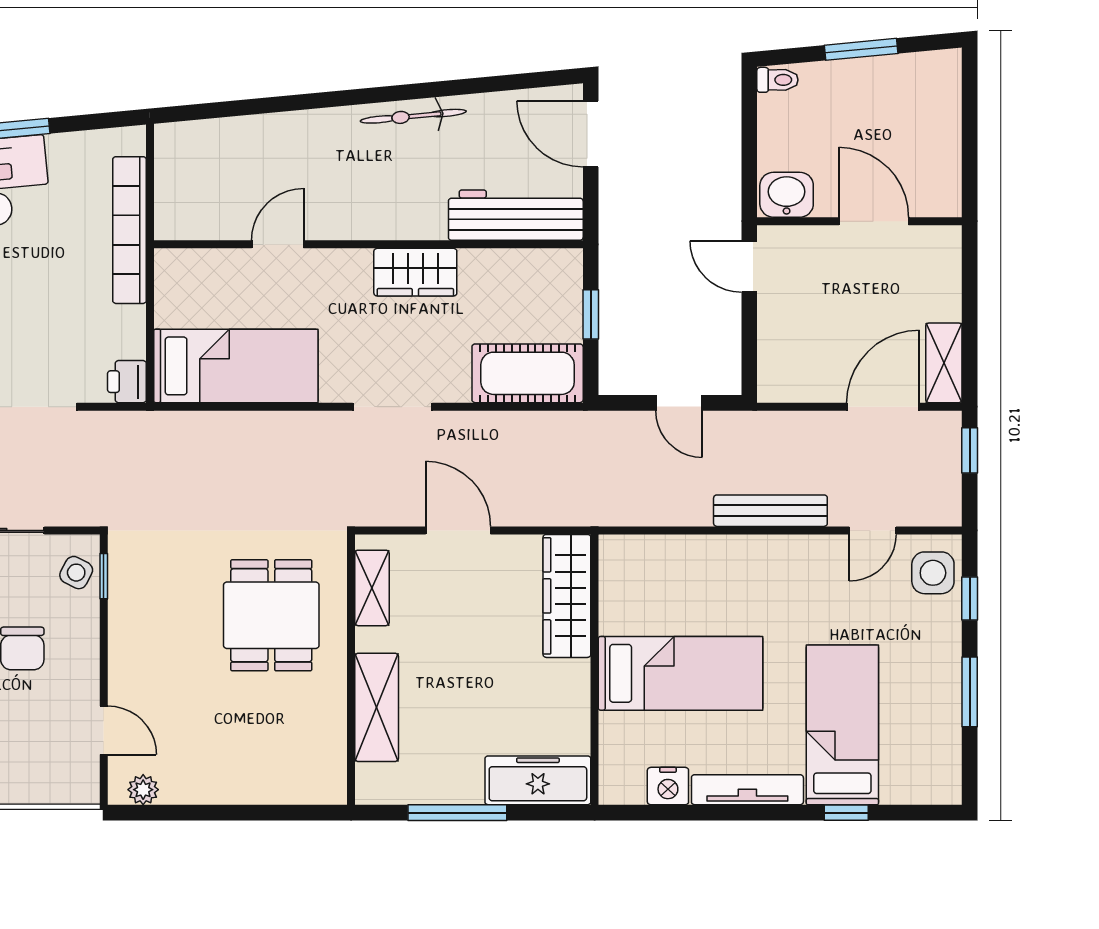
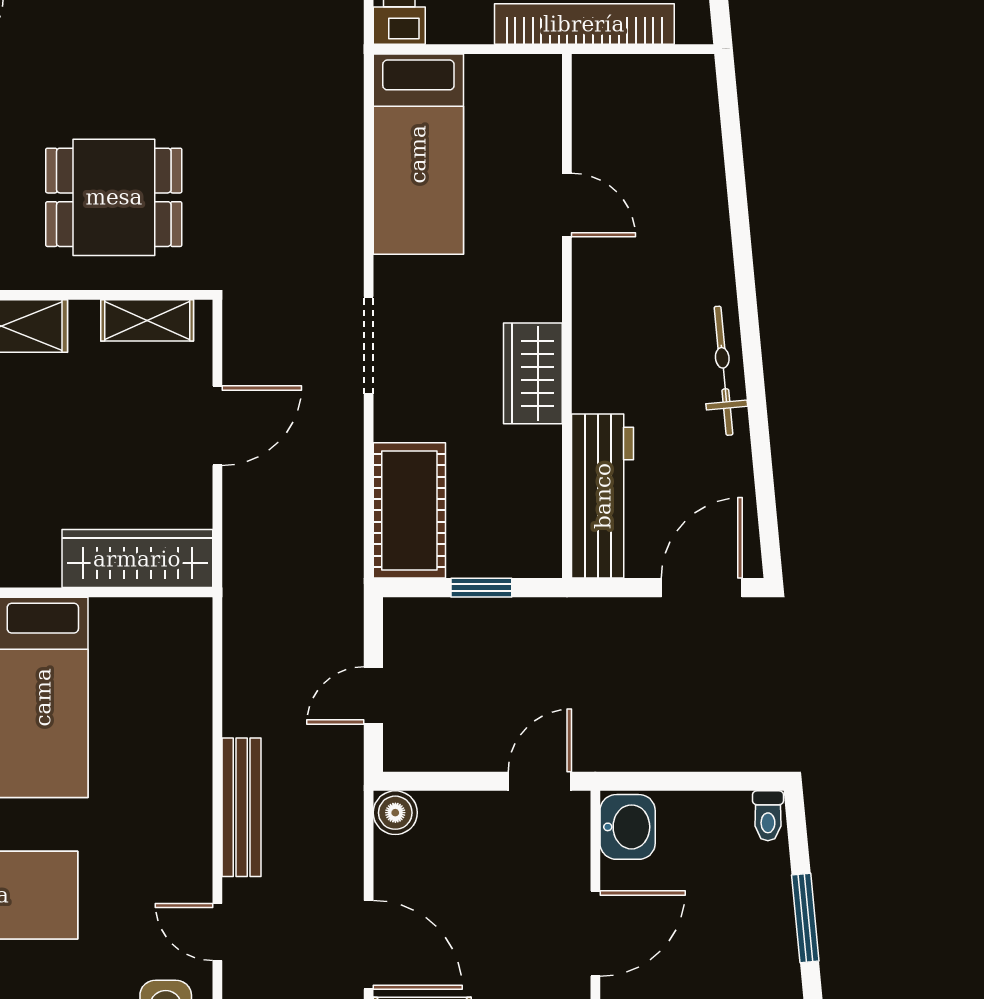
boiler: (775, 385) -> (395, 813), added

